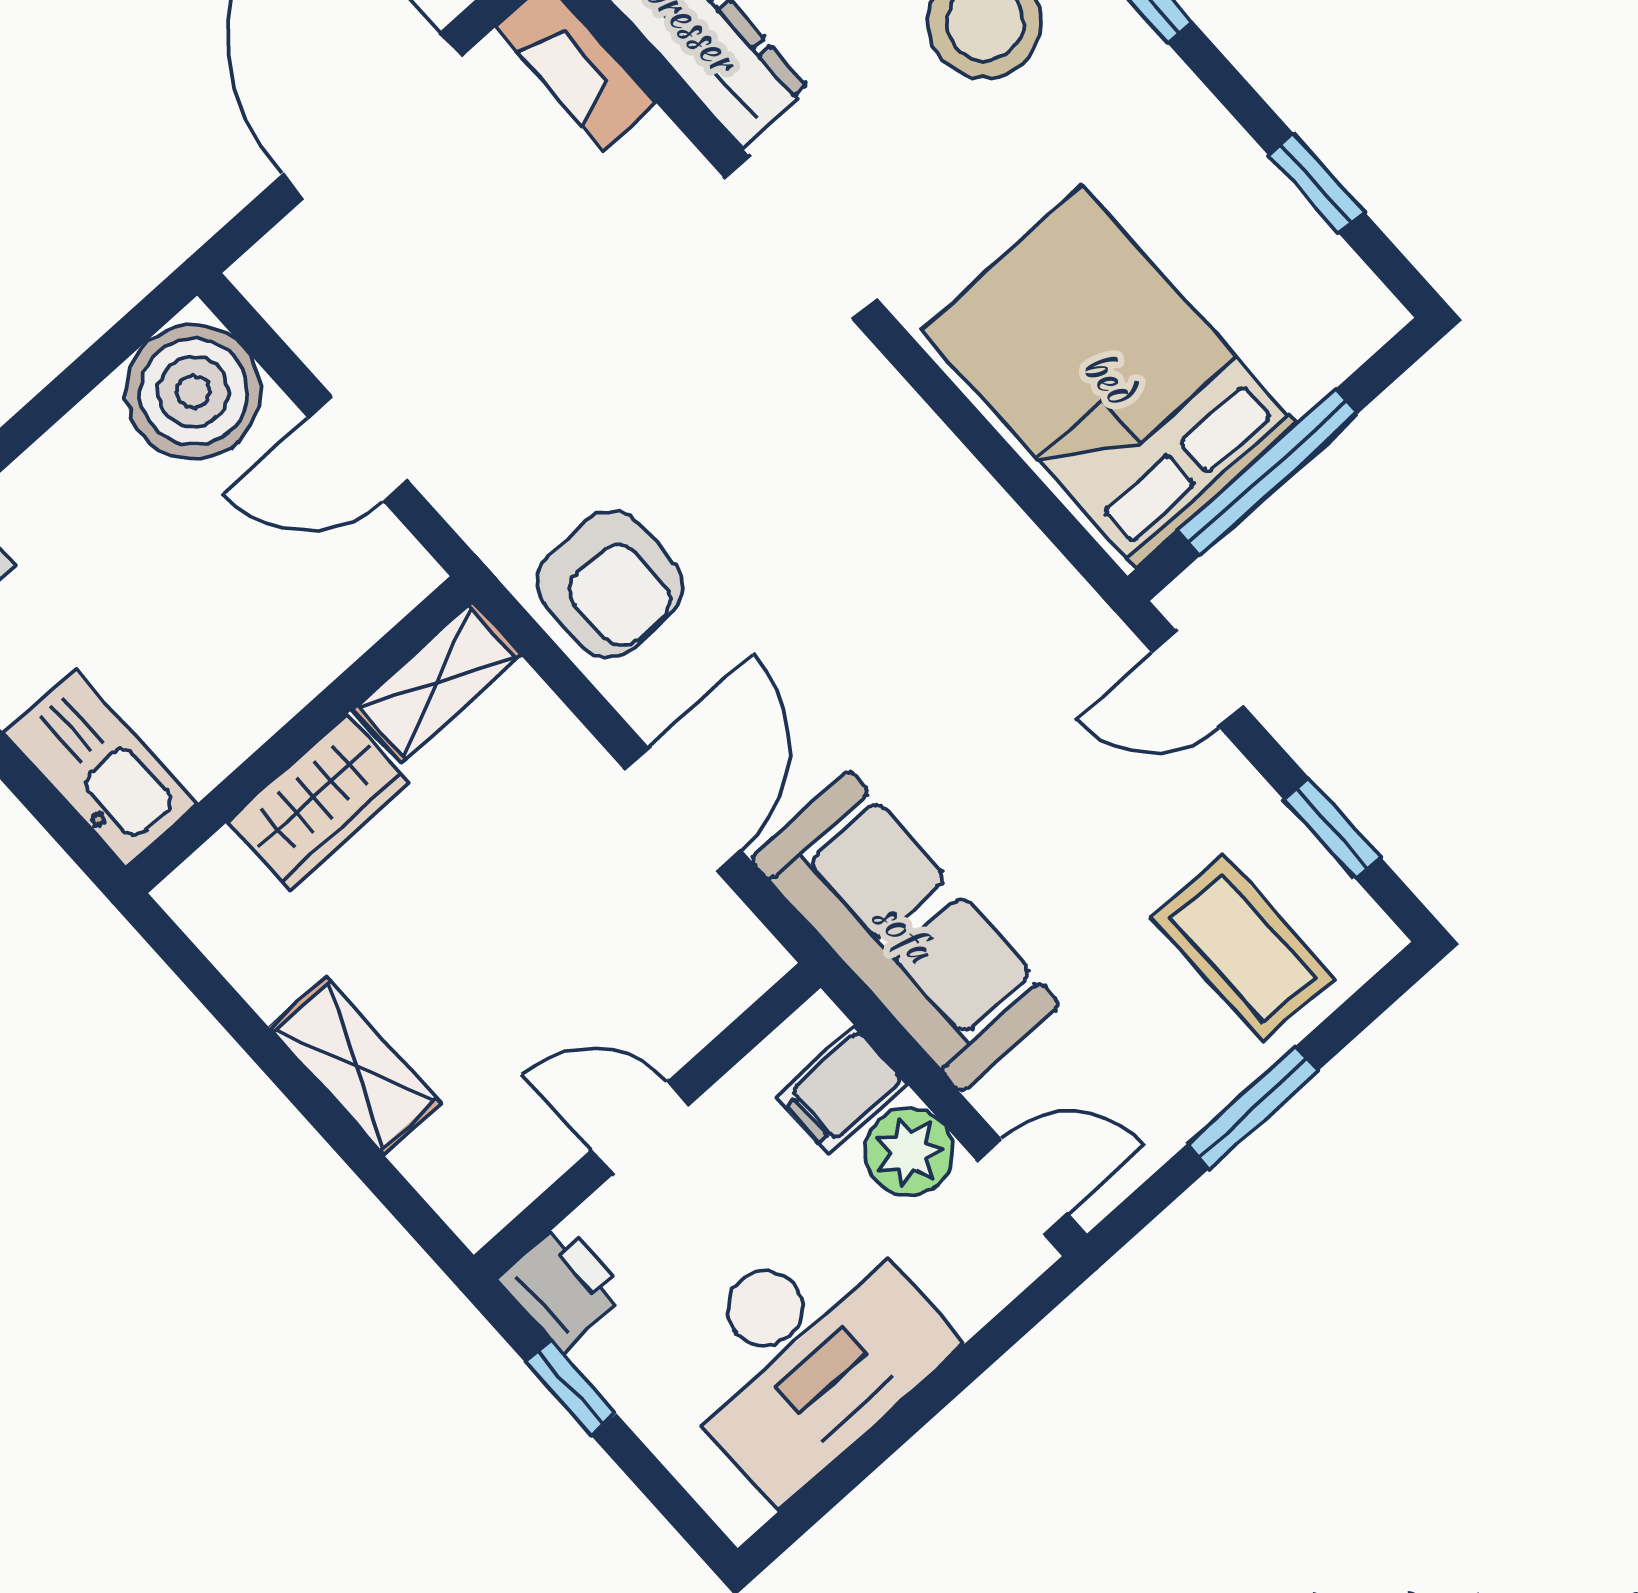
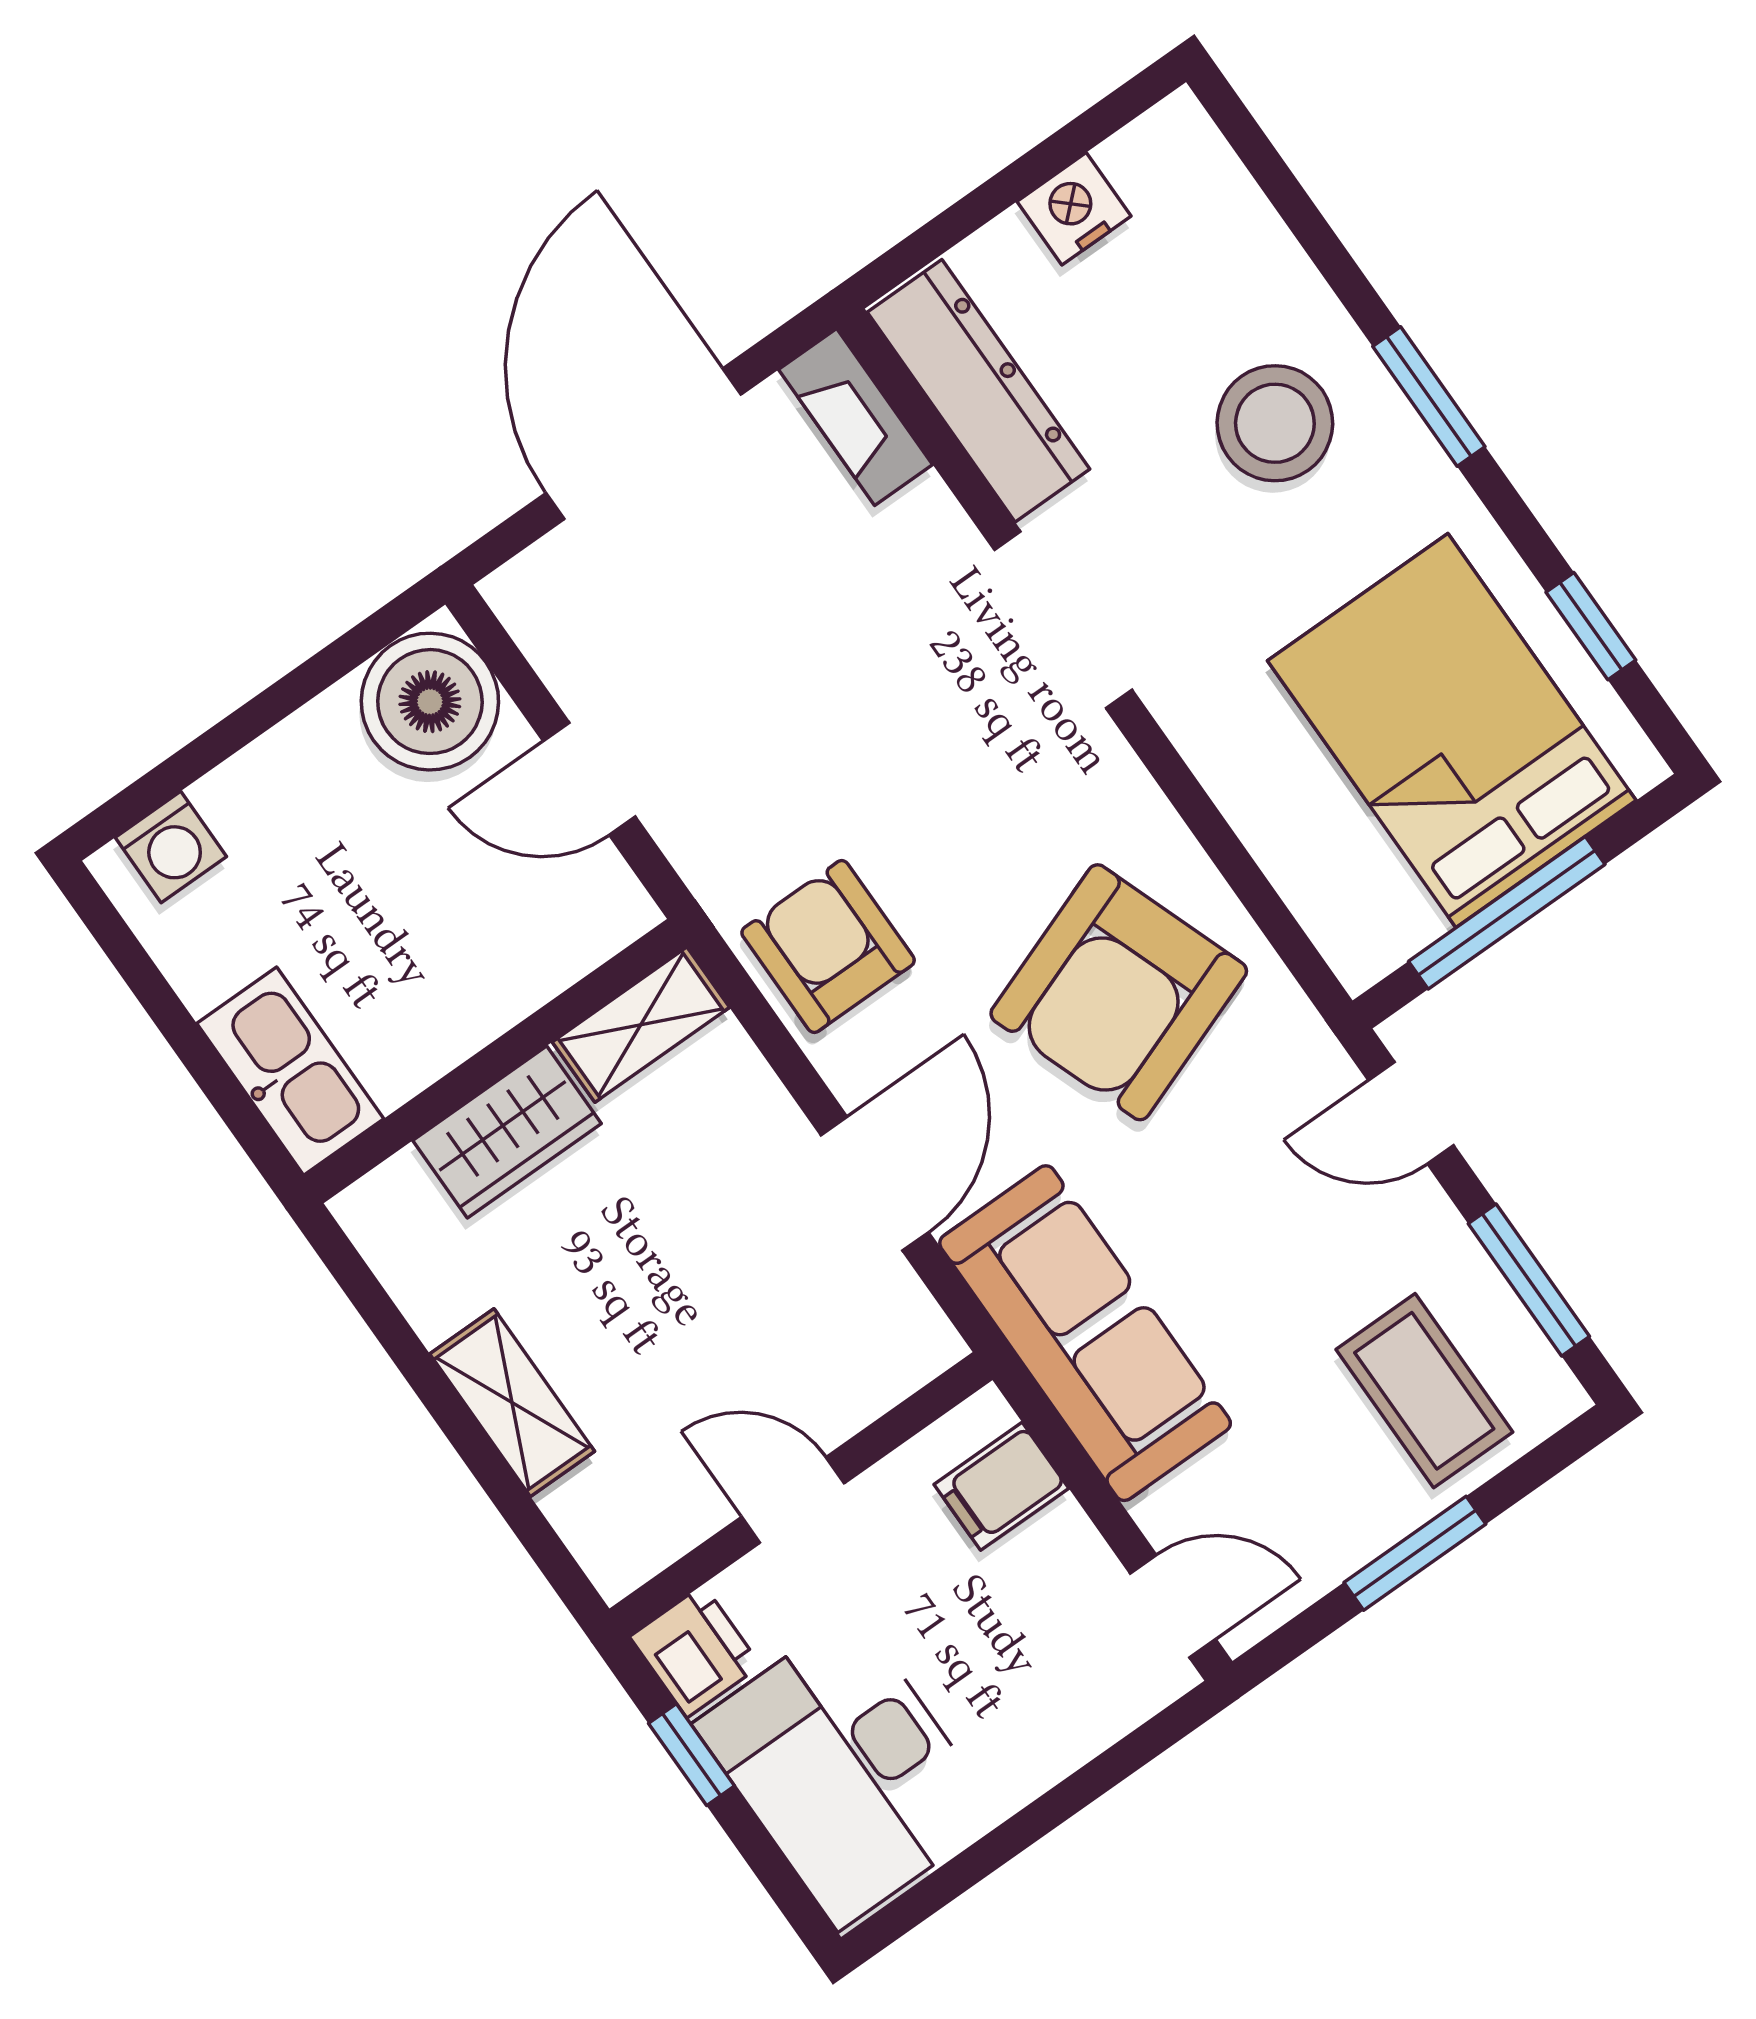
bed: (1109, 377) -> (1452, 731), moved
armchair: (610, 584) -> (828, 947), turned 180
armchair: (899, 595) -> (1119, 992), added
window: (1332, 828) -> (1529, 1280), width x1.50
plant: (909, 1152) -> (1062, 1556), removed
desk: (806, 1354) -> (846, 1770), moved, turned 90

